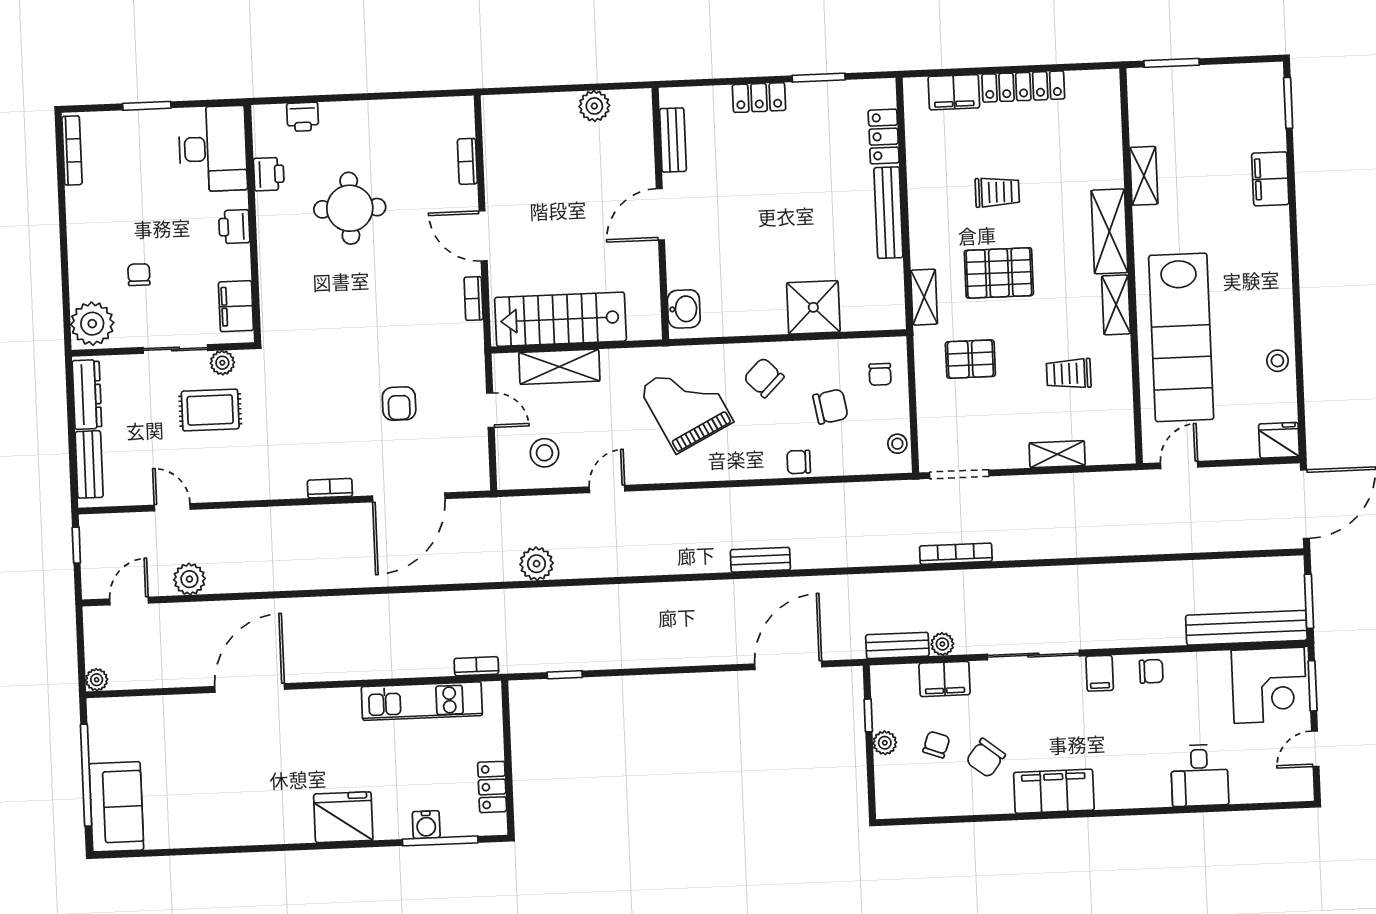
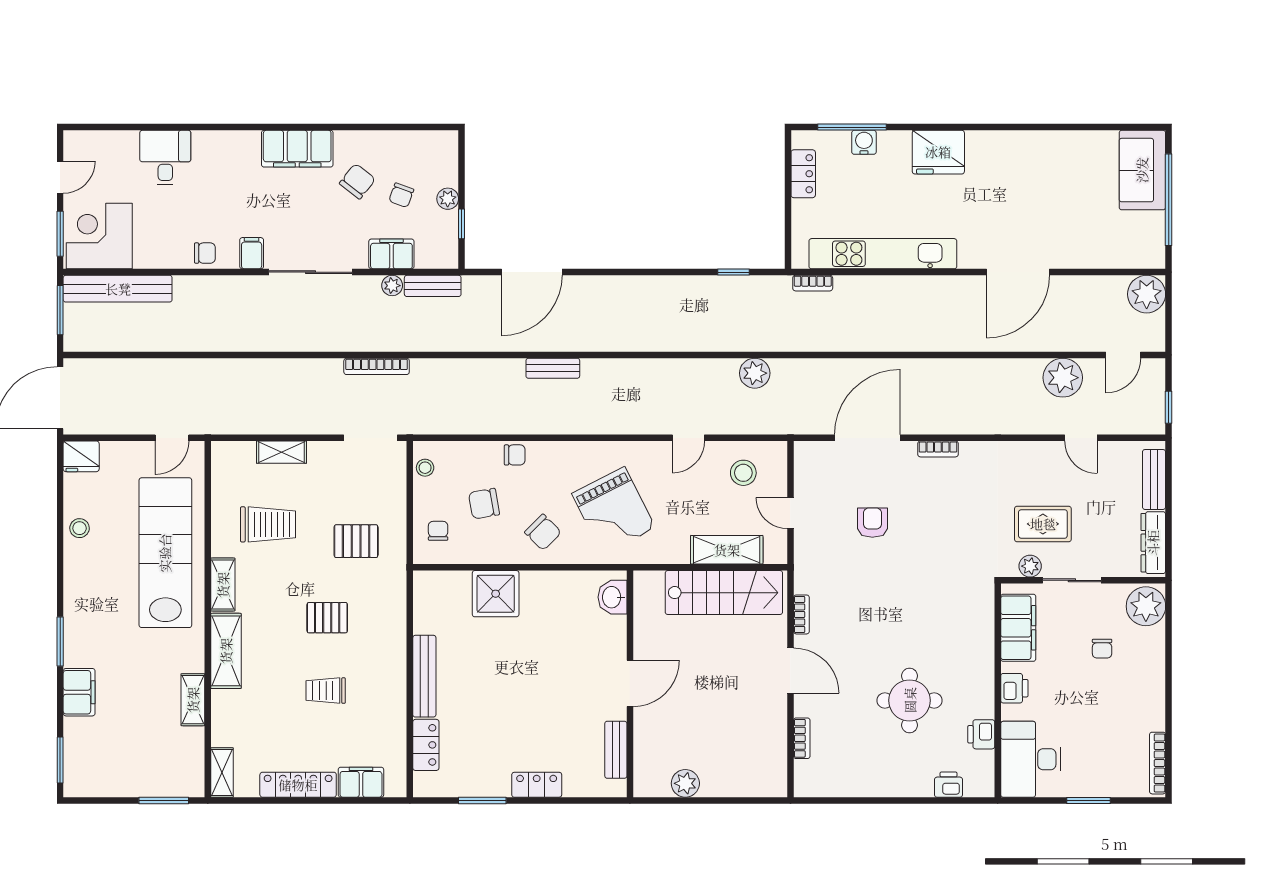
window: (1294, 234) -> (60, 641), added
pallet: (999, 273) -> (327, 618), width x0.67, depth x0.71
shelving: (924, 297) -> (222, 772), moved
filing cabinet: (236, 306) -> (1018, 628), width x1.50, depth x1.17
trolley: (1069, 374) -> (268, 524), width x1.36, depth x1.39
plant: (189, 579) -> (1063, 378), width x1.36, depth x1.36
chair: (1151, 671) -> (205, 253), turned 180
plant: (97, 680) -> (1147, 294), width x1.88, depth x1.88
kitchen unit: (422, 701) -> (883, 254), width x1.36

